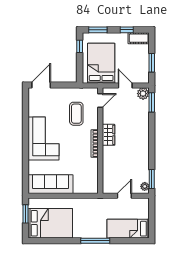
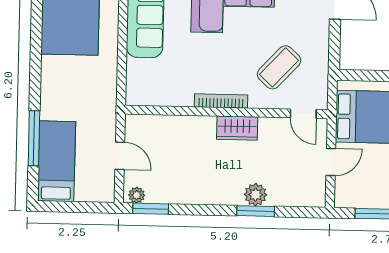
plant: (143, 94) -> (256, 195), moved
window: (152, 102) -> (256, 211), moved
coffee table: (76, 114) -> (279, 67), turned -47
window: (95, 241) -> (34, 138), moved

